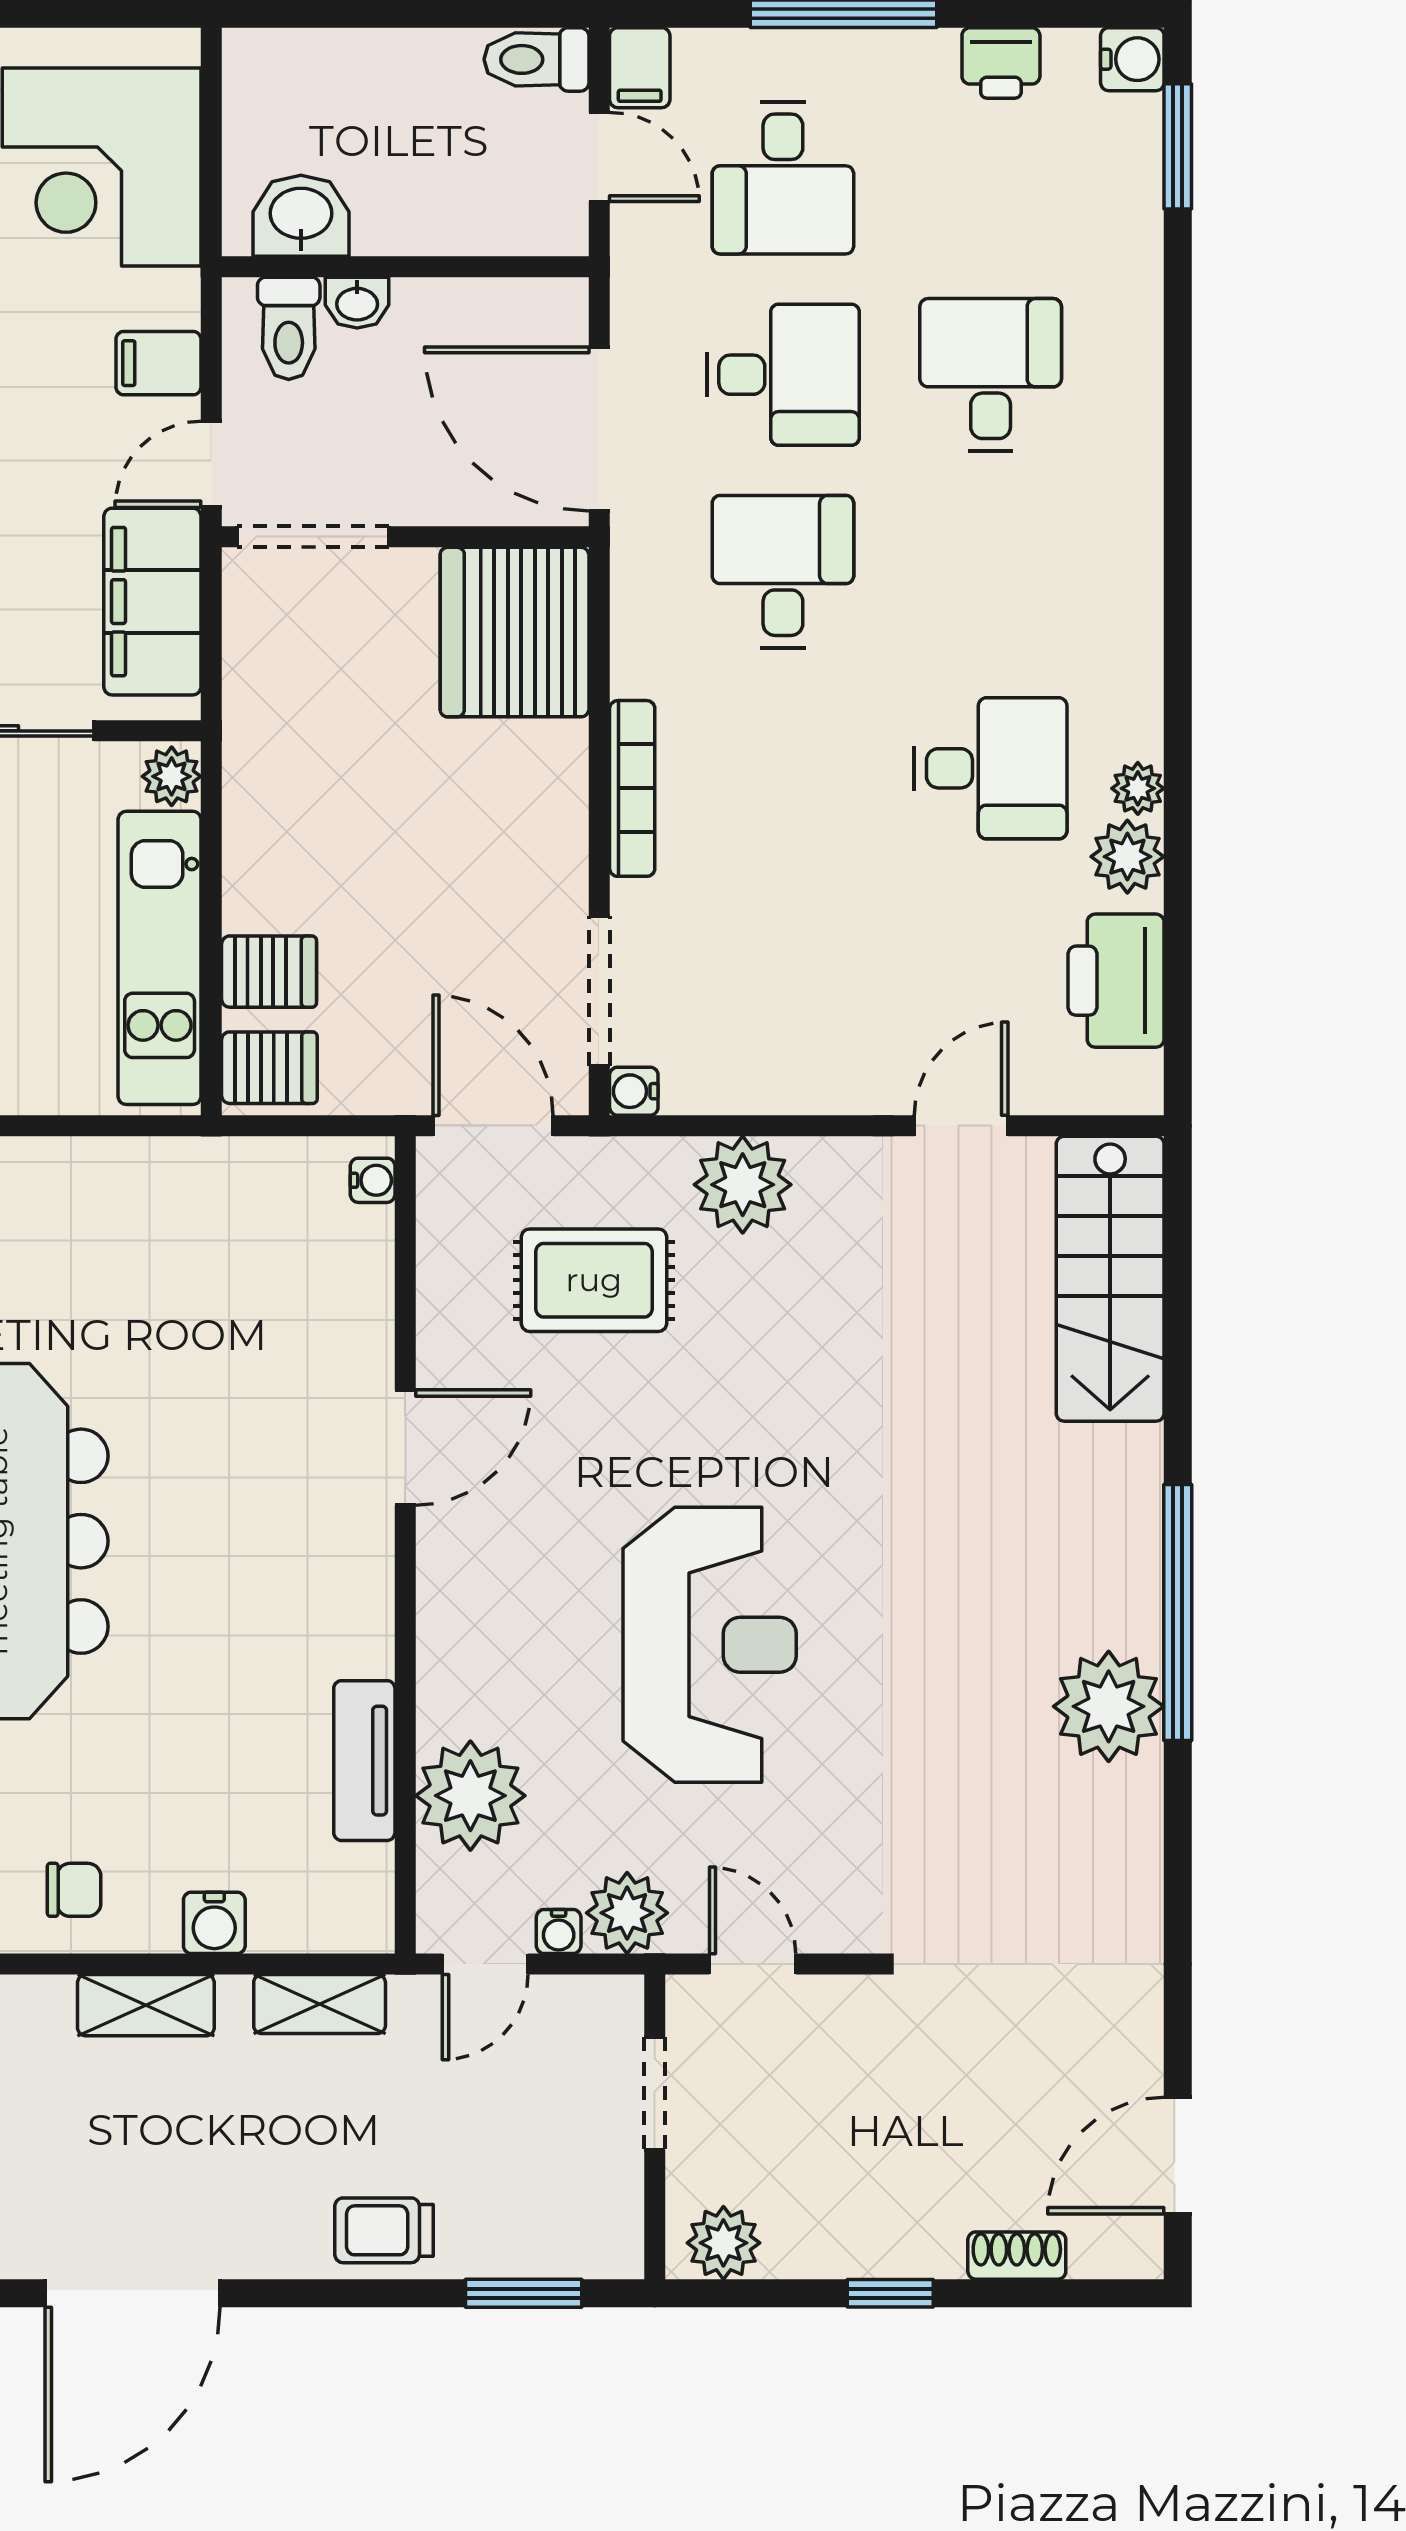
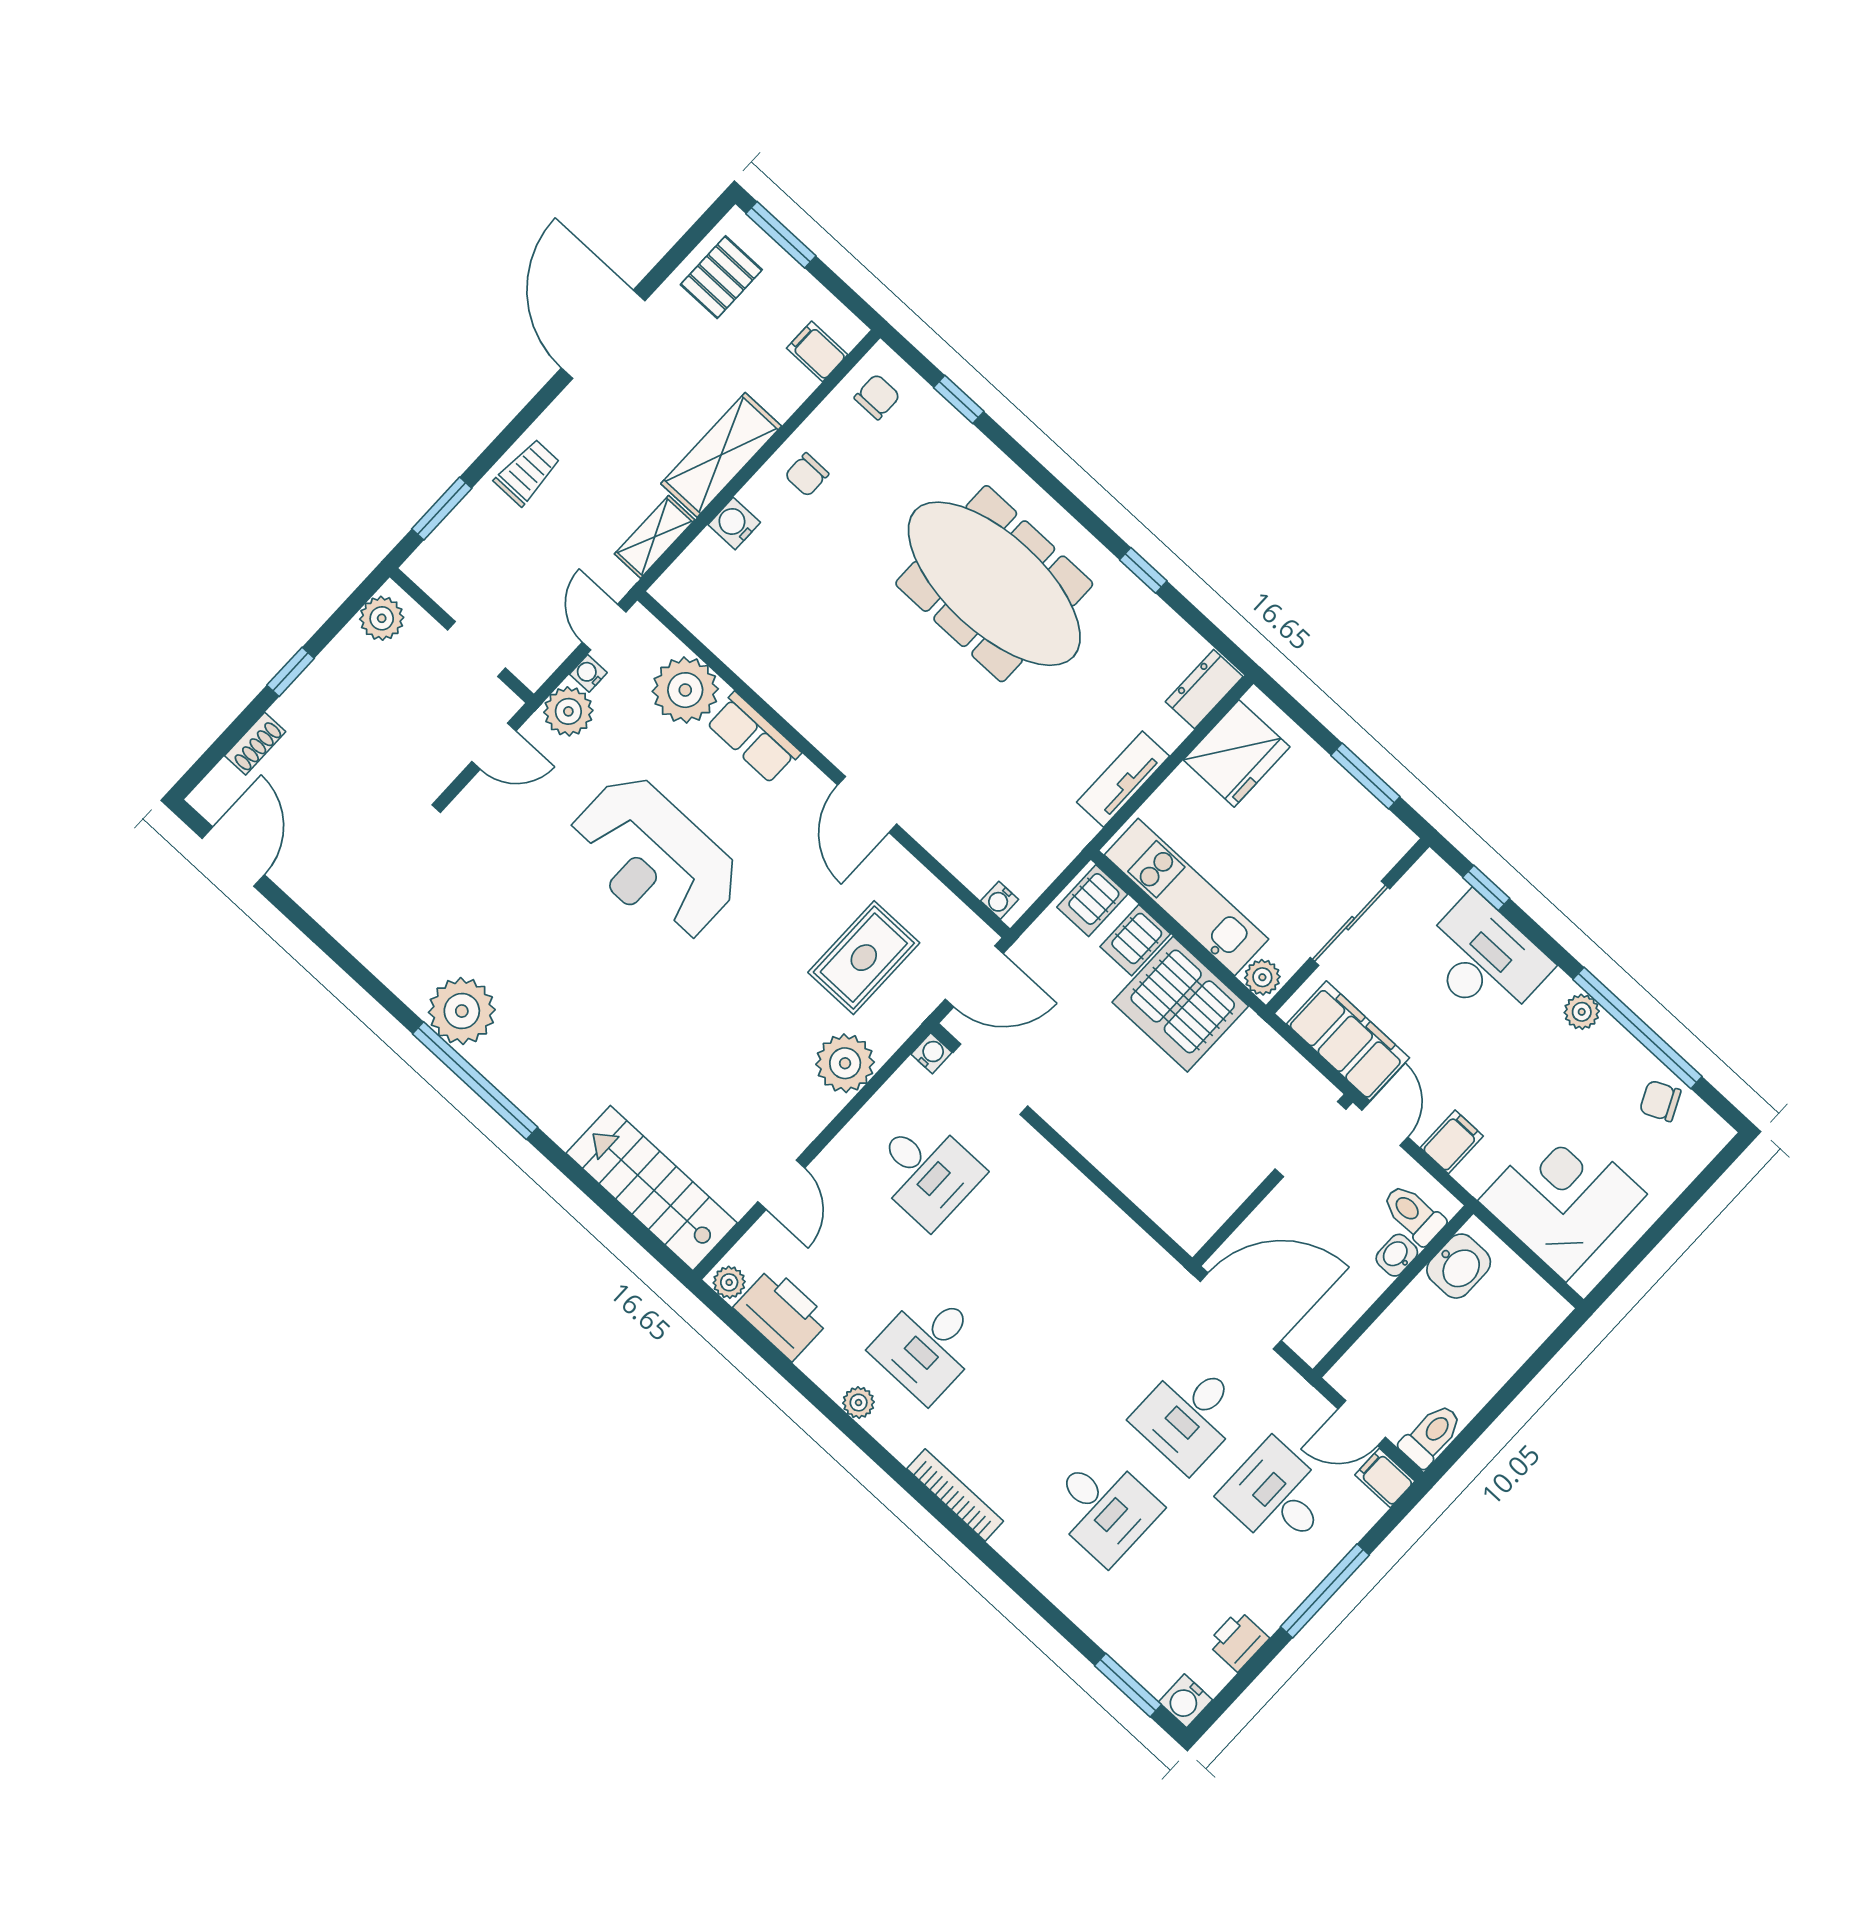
desk: (783, 571) -> (926, 1172), moved
server rack: (515, 632) -> (1180, 1004), moved, turned 180
bookcase: (632, 788) -> (955, 1495), moved, turned 180
plant: (1127, 857) -> (729, 1282), moved, width x0.73, depth x0.73
row of seats: (452, 1660) -> (753, 738), added
tv unit: (364, 1761) -> (1123, 779), moved, turned -90
shelving: (146, 2005) -> (721, 455), width x1.50, depth x1.33

